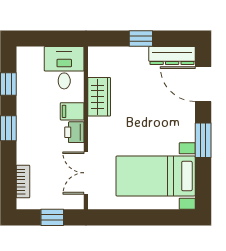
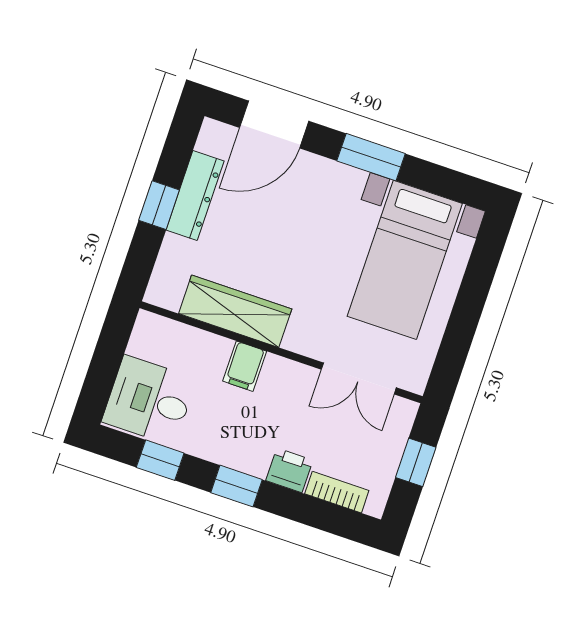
dresser: (172, 55) -> (195, 195), moved
desk: (64, 68) -> (149, 400), moved
wardrobe: (99, 97) -> (235, 311), width x1.50
printer: (74, 132) -> (289, 470), moved, turned 180

